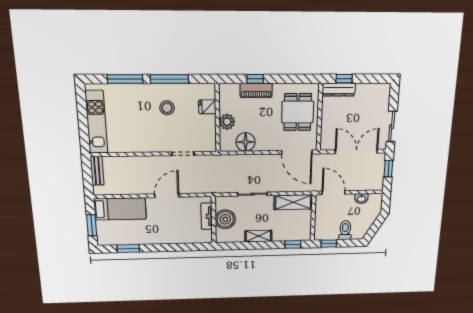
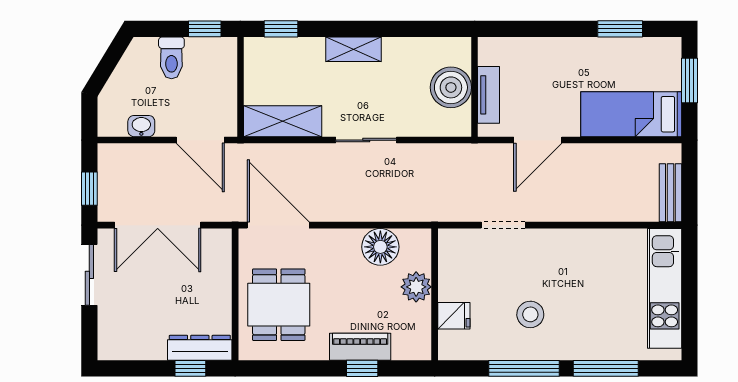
tv unit: (207, 216) -> (489, 95), moved
boiler: (225, 219) -> (451, 87), moved
wall: (214, 220) -> (475, 87), moved

